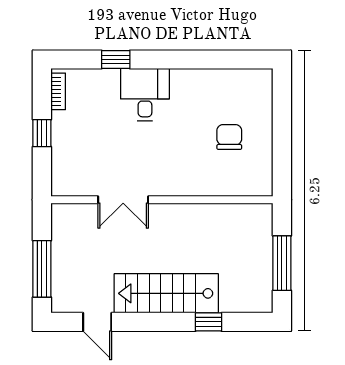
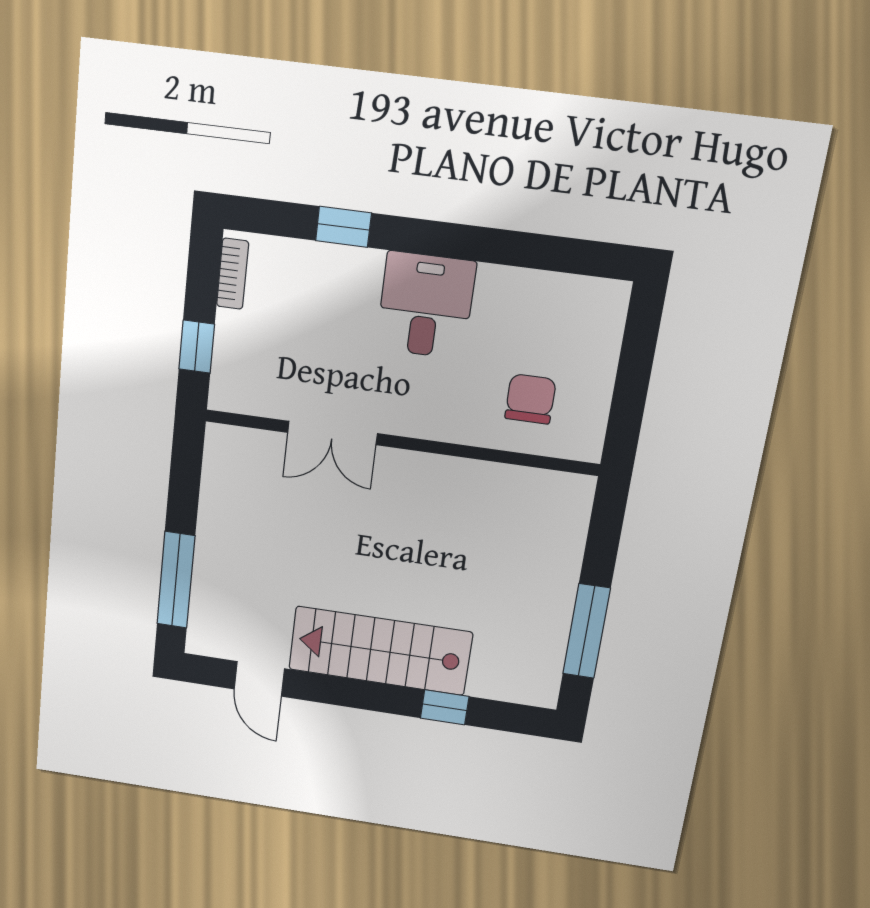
desk: (145, 95) -> (426, 305), moved
double door: (123, 200) -> (332, 433), moved
wall: (162, 200) -> (401, 442), moved

